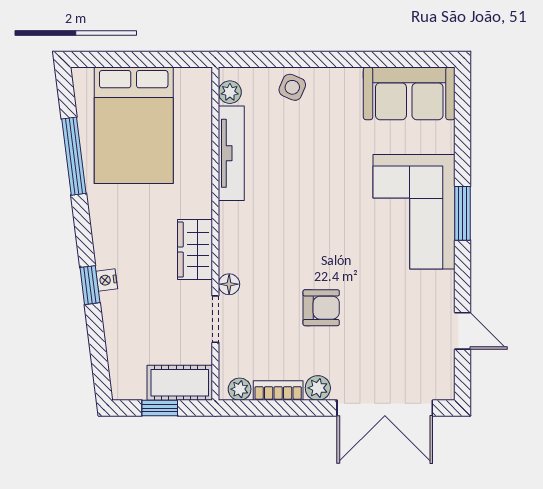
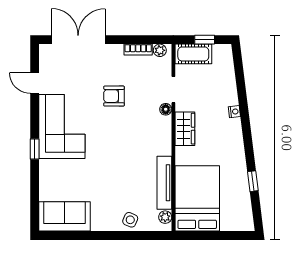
bed: (134, 125) -> (197, 198), moved
window: (74, 156) -> (253, 181), width x0.46
corner sofa: (414, 212) -> (62, 127), moved
window: (463, 213) -> (35, 149), width x0.67
window: (90, 285) -> (244, 109), removed
plant: (318, 388) -> (116, 51), removed

